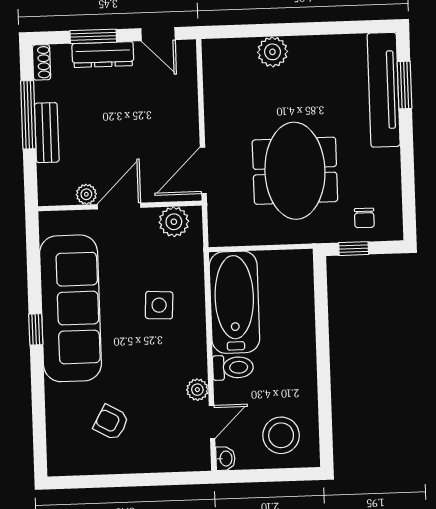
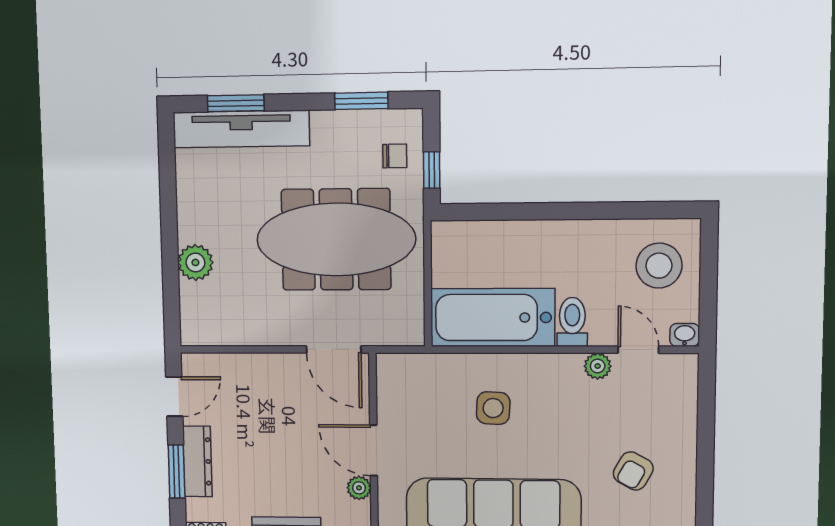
meeting table: (295, 171) -> (336, 239), width x1.36
window: (408, 189) -> (361, 101), added
plant: (174, 222) -> (394, 387), removed

